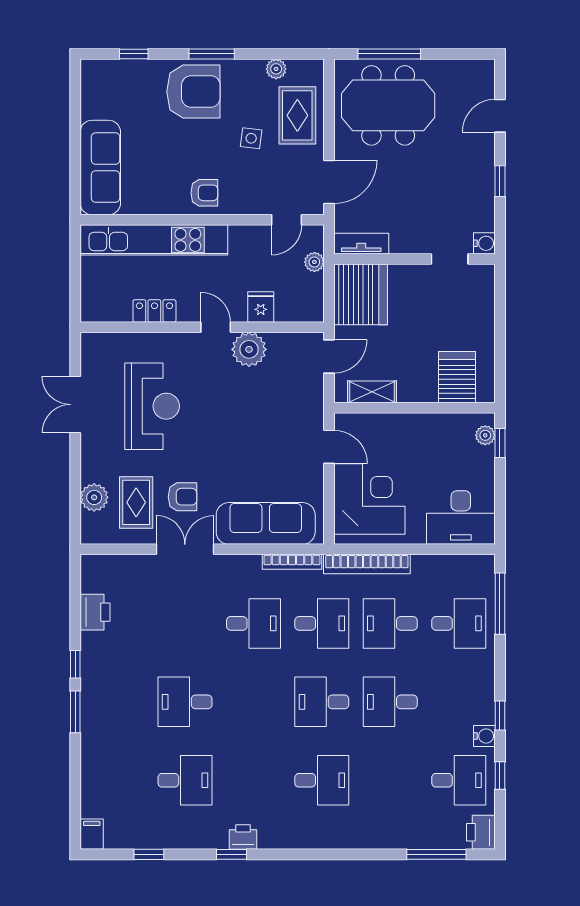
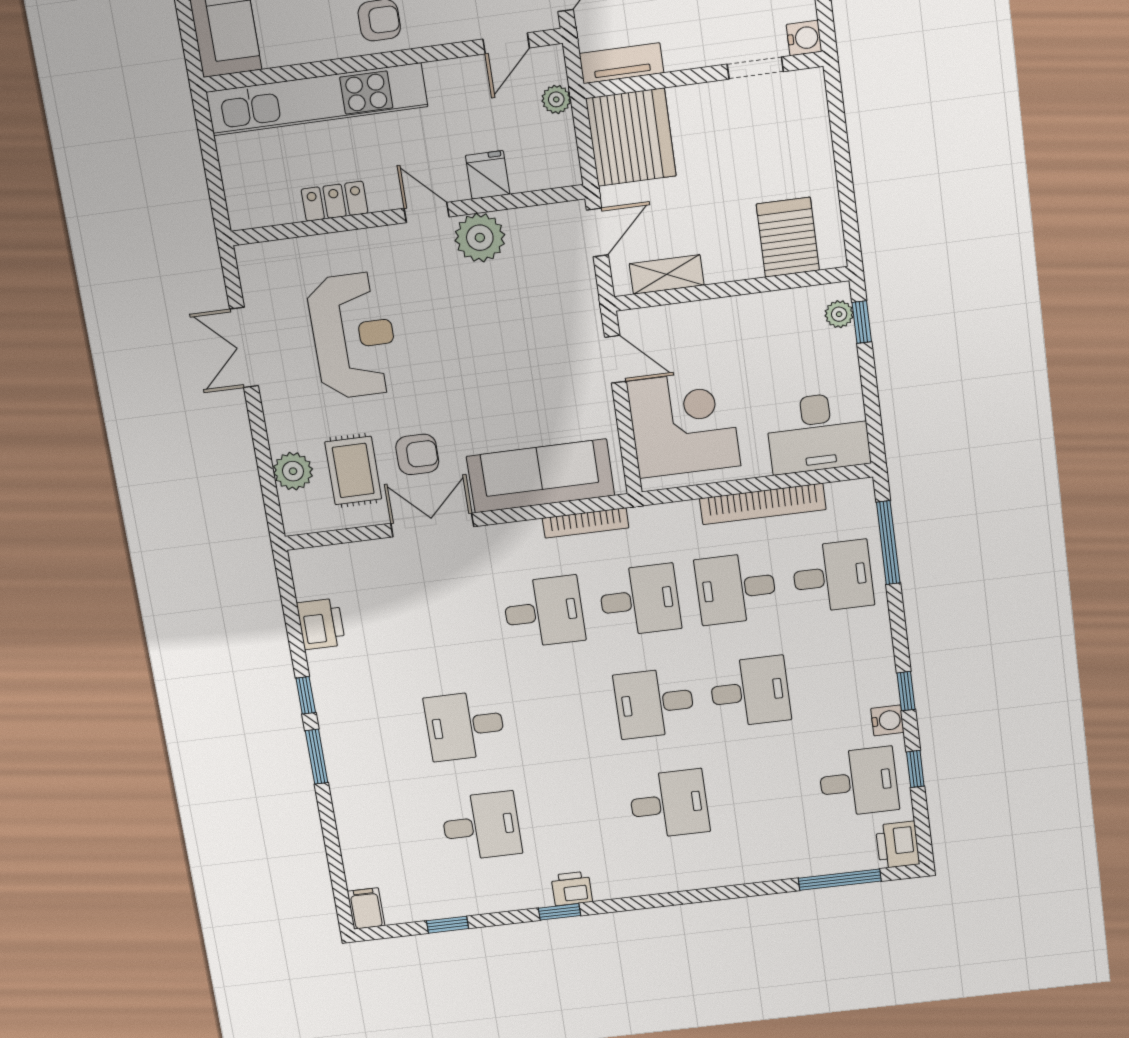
bookcase: (367, 564) -> (763, 504), moved
desk: (390, 702) -> (750, 692), turned 180

